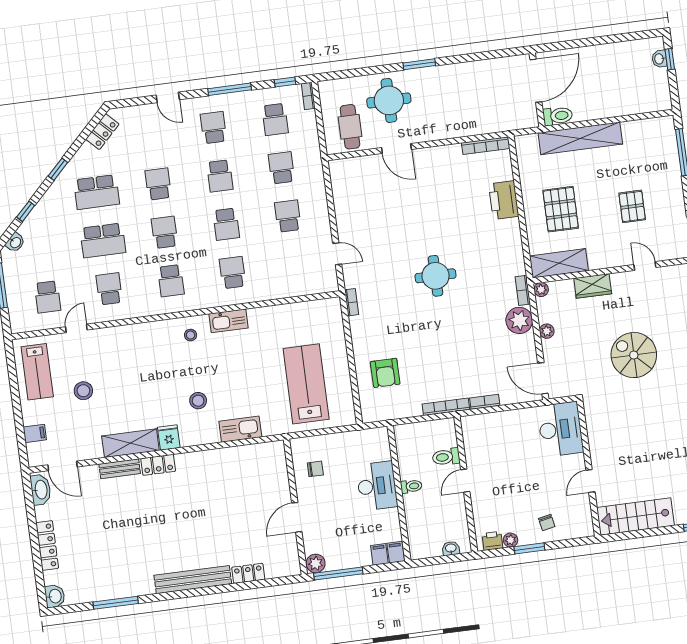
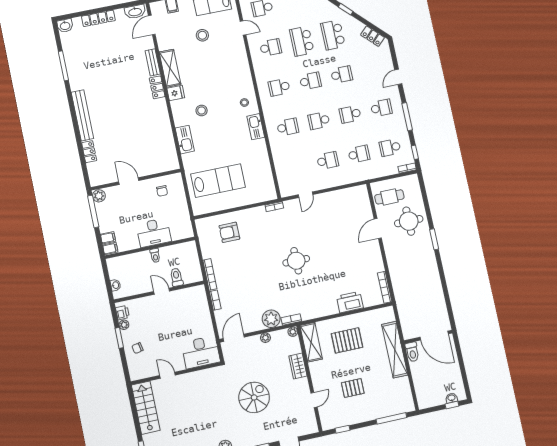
door: (536, 81) -> (434, 336), moved
wall: (537, 90) -> (428, 337), moved
toilet: (558, 116) -> (412, 352), moved

